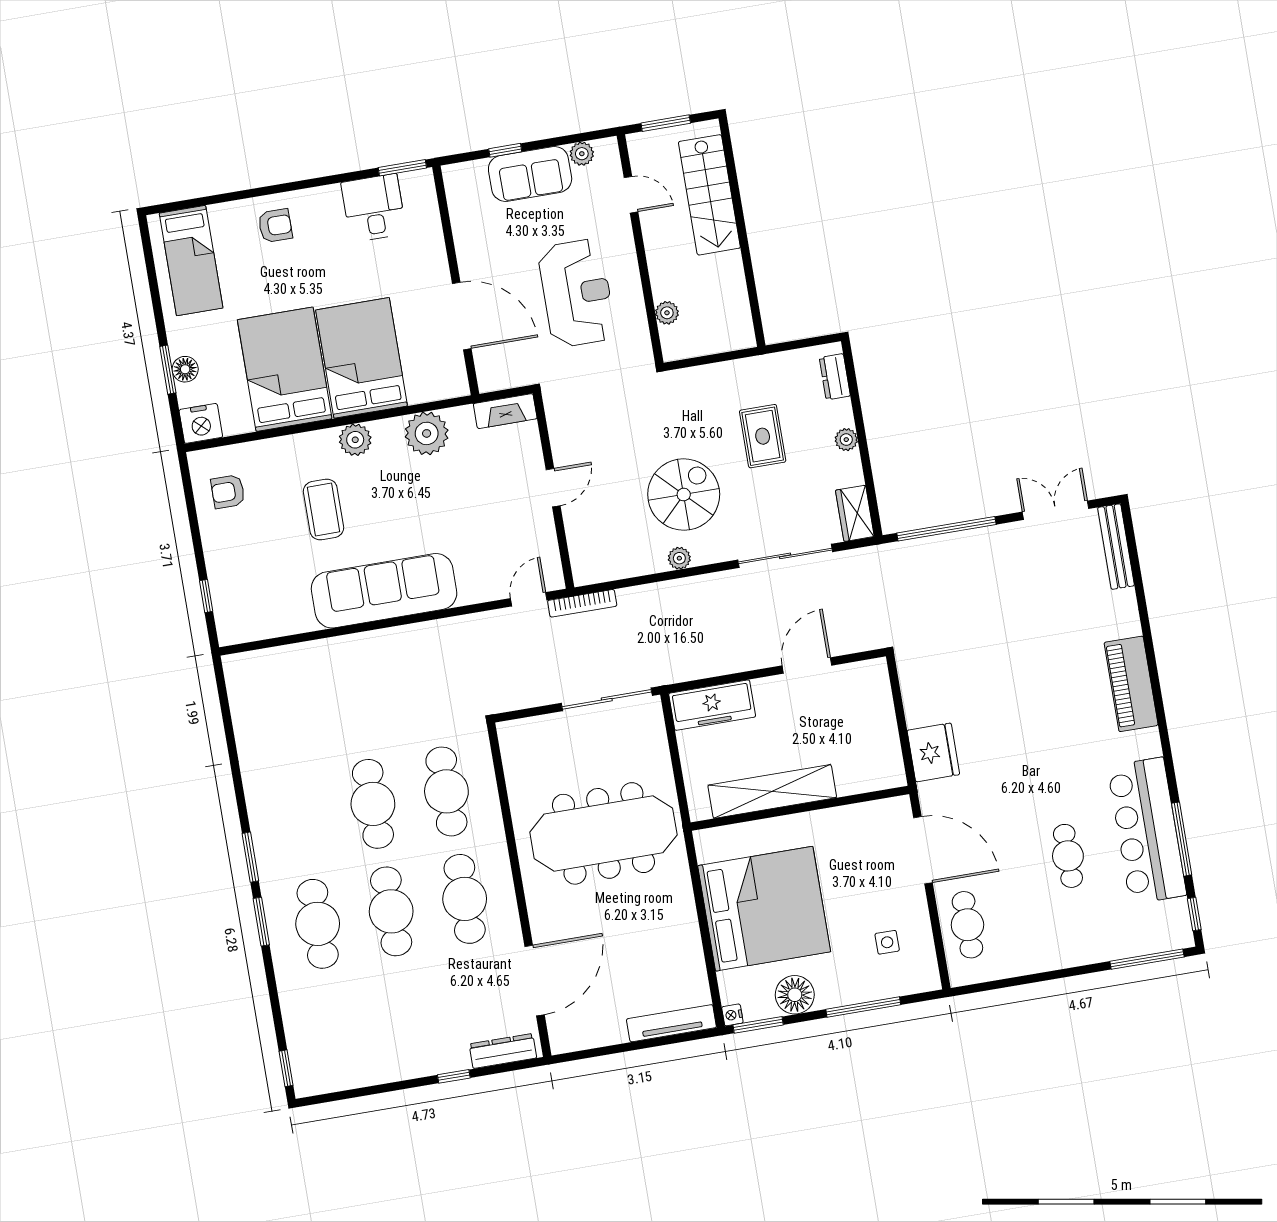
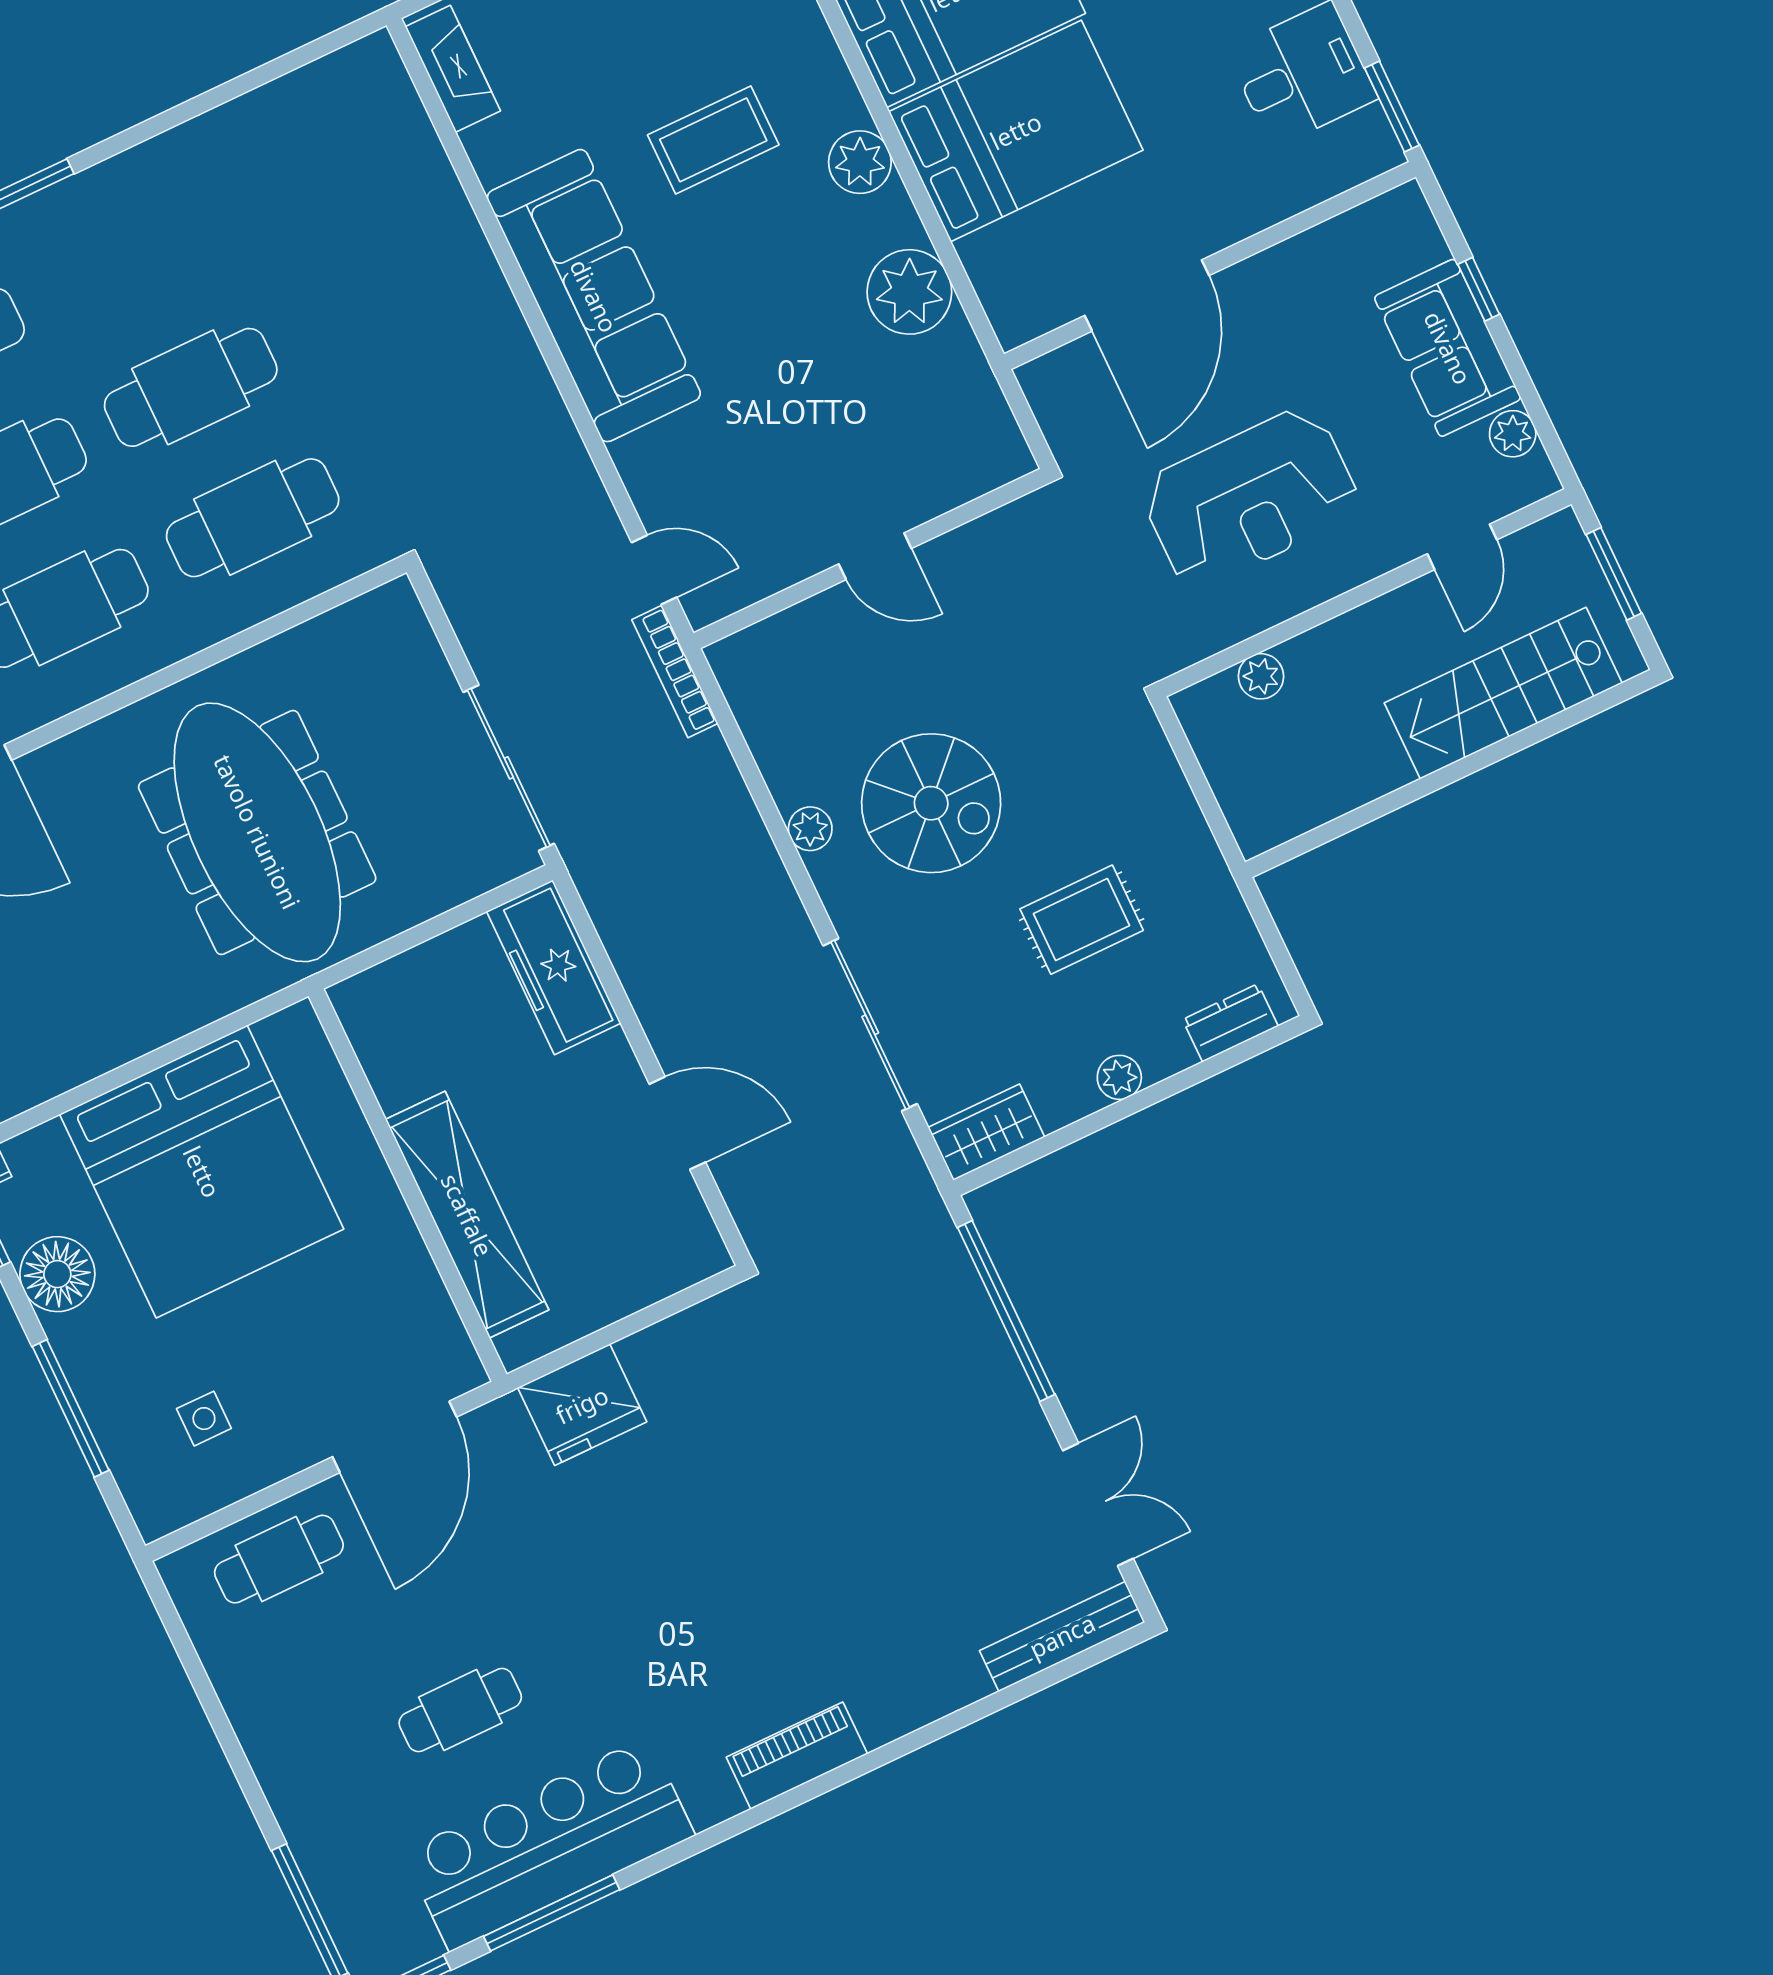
fireplace: (505, 411) -> (453, 69), moved, turned 180
piano: (1131, 684) -> (797, 1756), width x0.73, depth x0.75
shelving: (772, 791) -> (467, 1215), moved

